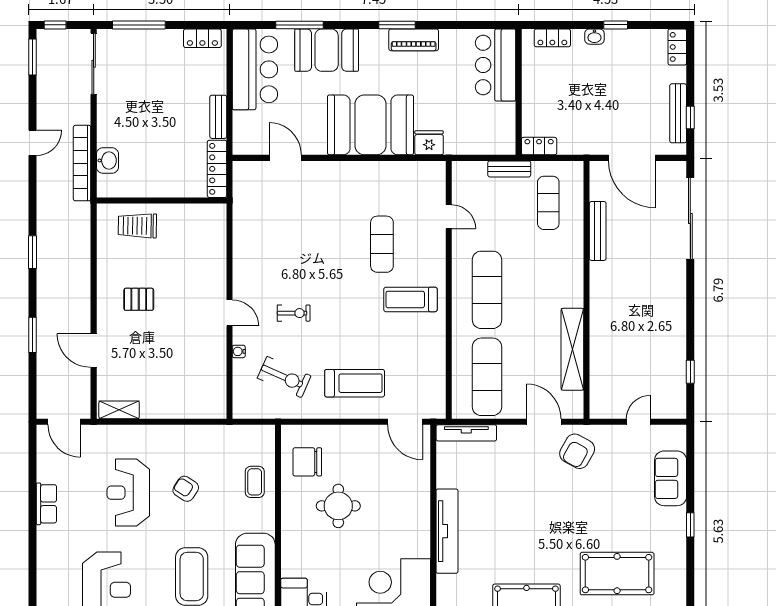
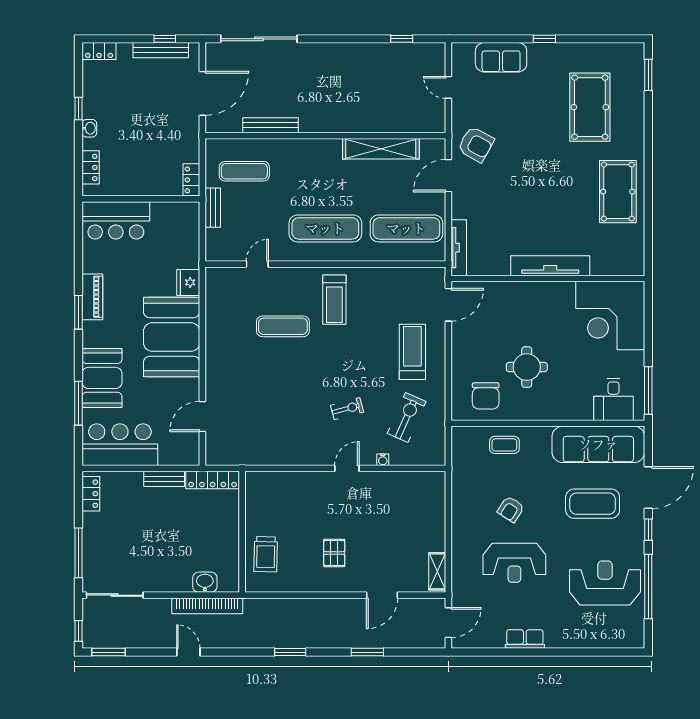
exercise bike: (294, 313) -> (347, 409), turned 75

